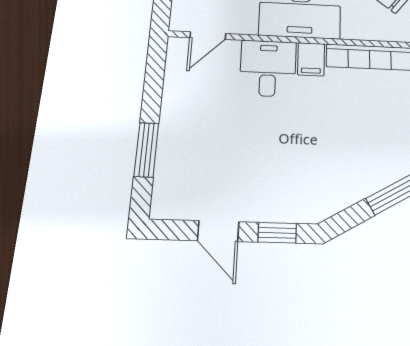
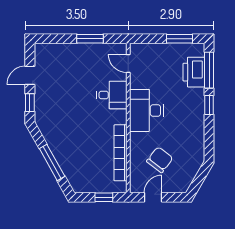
filing cabinet: (311, 59) -> (118, 117), removed
window: (146, 150) -> (90, 39), moved

